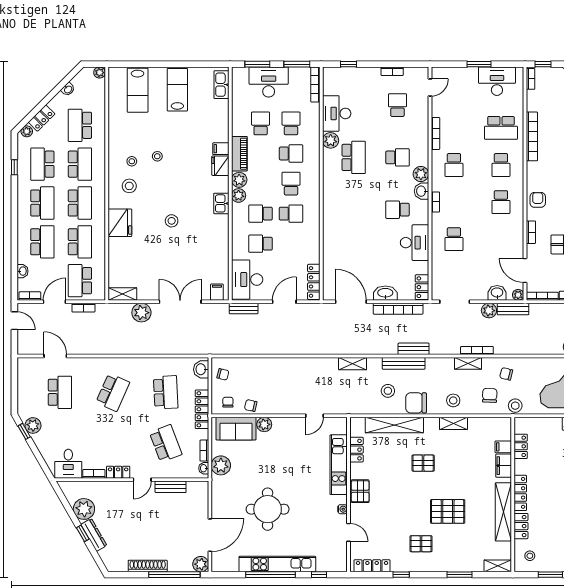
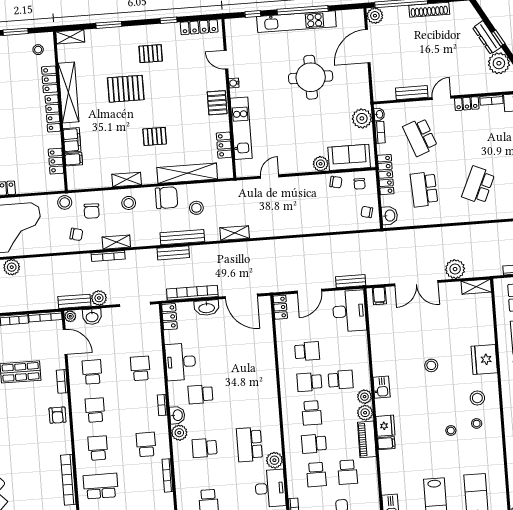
school desk: (397, 210) -> (200, 394), turned 180
school desk: (501, 239) -> (92, 372), added
school desk: (261, 244) -> (307, 351), moved
locker: (314, 282) -> (280, 307), width x0.66

